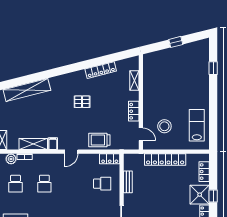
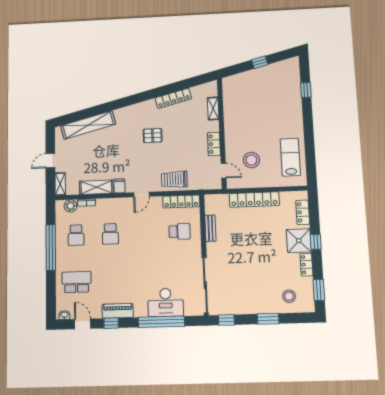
locker: (110, 159) -> (181, 201), width x1.53

